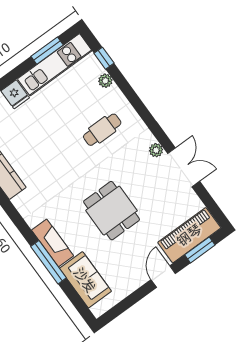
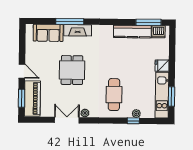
window: (104, 58) -> (133, 121), moved
cafe table: (102, 130) -> (114, 95), width x1.37, depth x1.35
double door: (184, 167) -> (67, 120), swing flipped
dining table: (112, 211) -> (72, 70), turned 90

